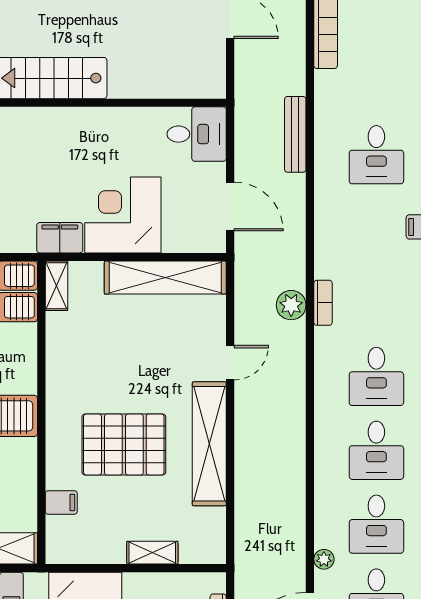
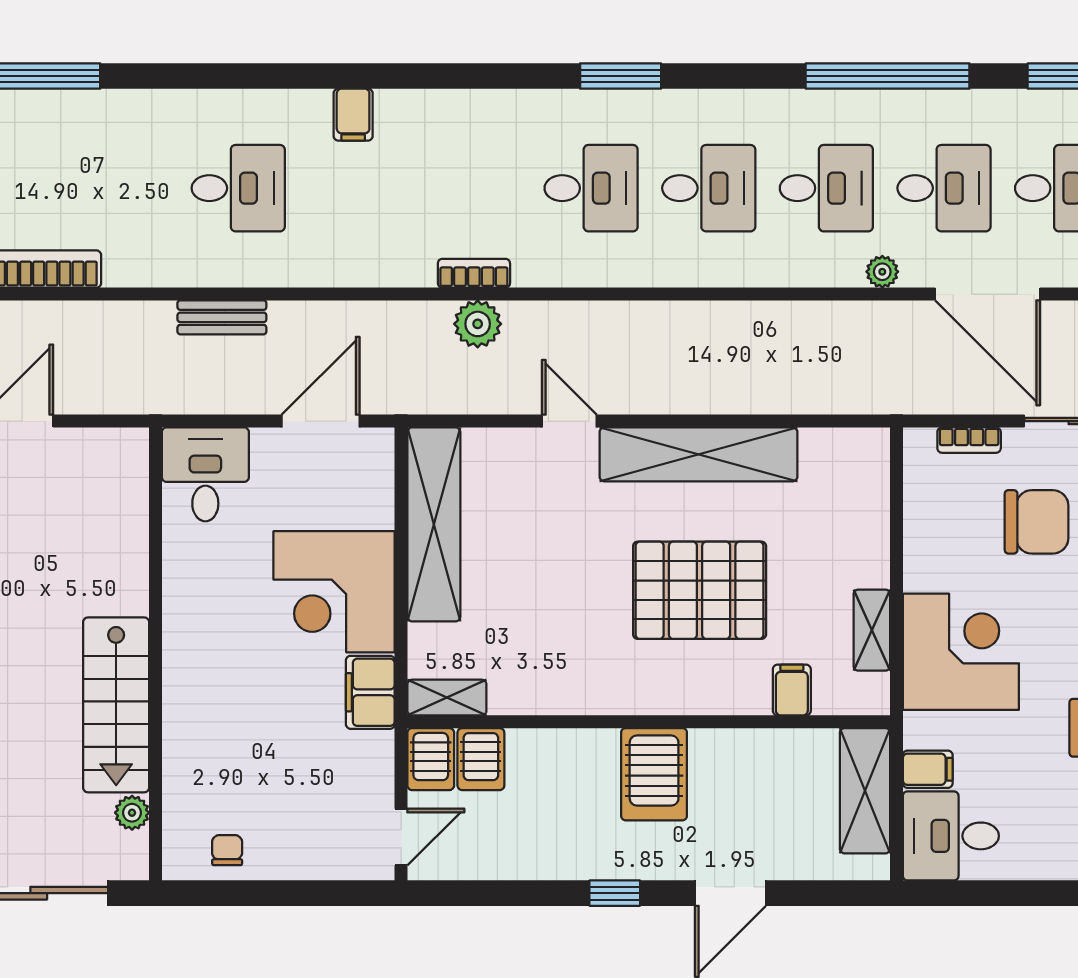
bench: (295, 134) -> (222, 317), width x0.73
pallet: (124, 445) -> (700, 590), turned 90
shelving: (152, 553) -> (872, 630), moved

